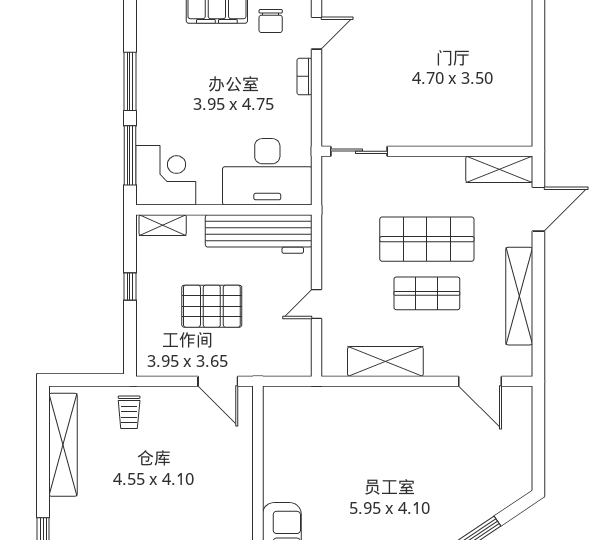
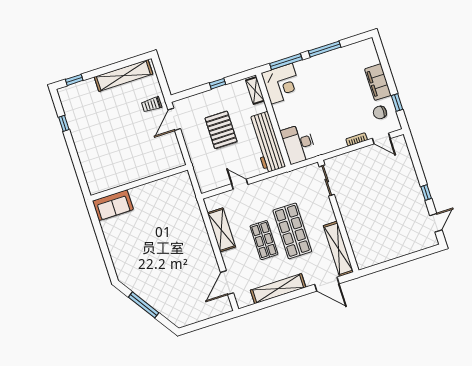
shelving: (499, 169) -> (338, 249), width x1.47
desk: (267, 172) -> (298, 144), width x0.73, depth x0.77
door: (218, 381) -> (174, 119), moved

